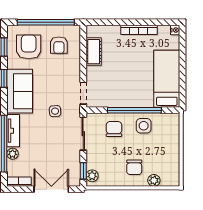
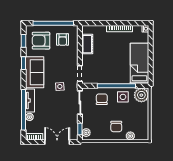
armchair: (29, 47) -> (41, 41), turned -90
plant: (170, 123) -> (141, 95), added

